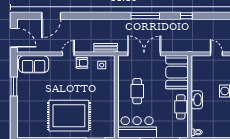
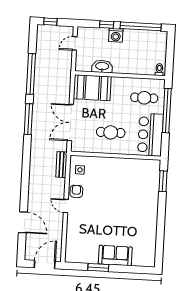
window: (186, 16) -> (31, 74), width x3.17
sofa: (34, 64) -> (115, 255), moved, turned -90
washbasin: (197, 100) -> (102, 66), moved
cafe table: (181, 107) -> (144, 98), moved
rug: (69, 116) -> (134, 209), removed

